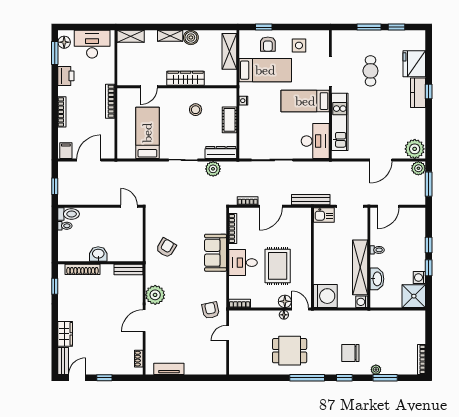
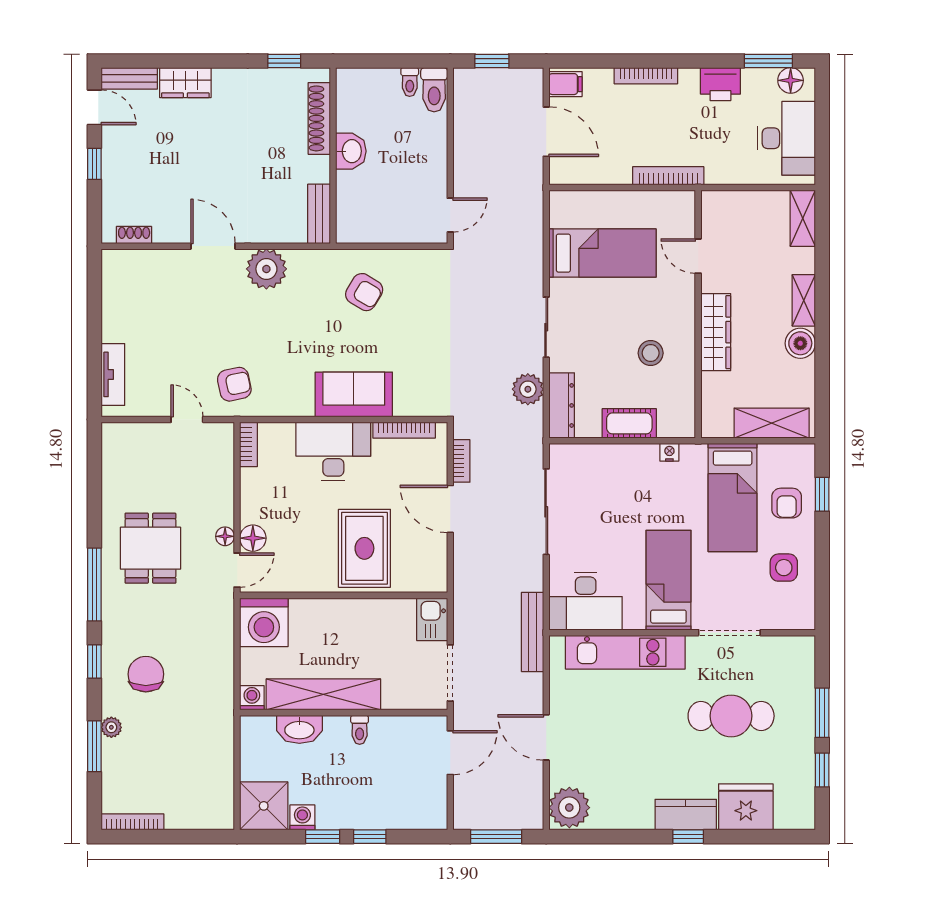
armchair: (268, 44) -> (787, 503), turned -90
cafe table: (370, 71) -> (731, 716), width x1.37, depth x1.35
plant: (418, 168) -> (529, 815), removed
bench: (311, 200) -> (532, 632), moved
door: (388, 206) -> (450, 753), swing flipped
desk: (243, 263) -> (333, 451), width x1.37
rug: (278, 266) -> (364, 548), moved, turned 90
tv unit: (169, 369) -> (113, 374), moved

